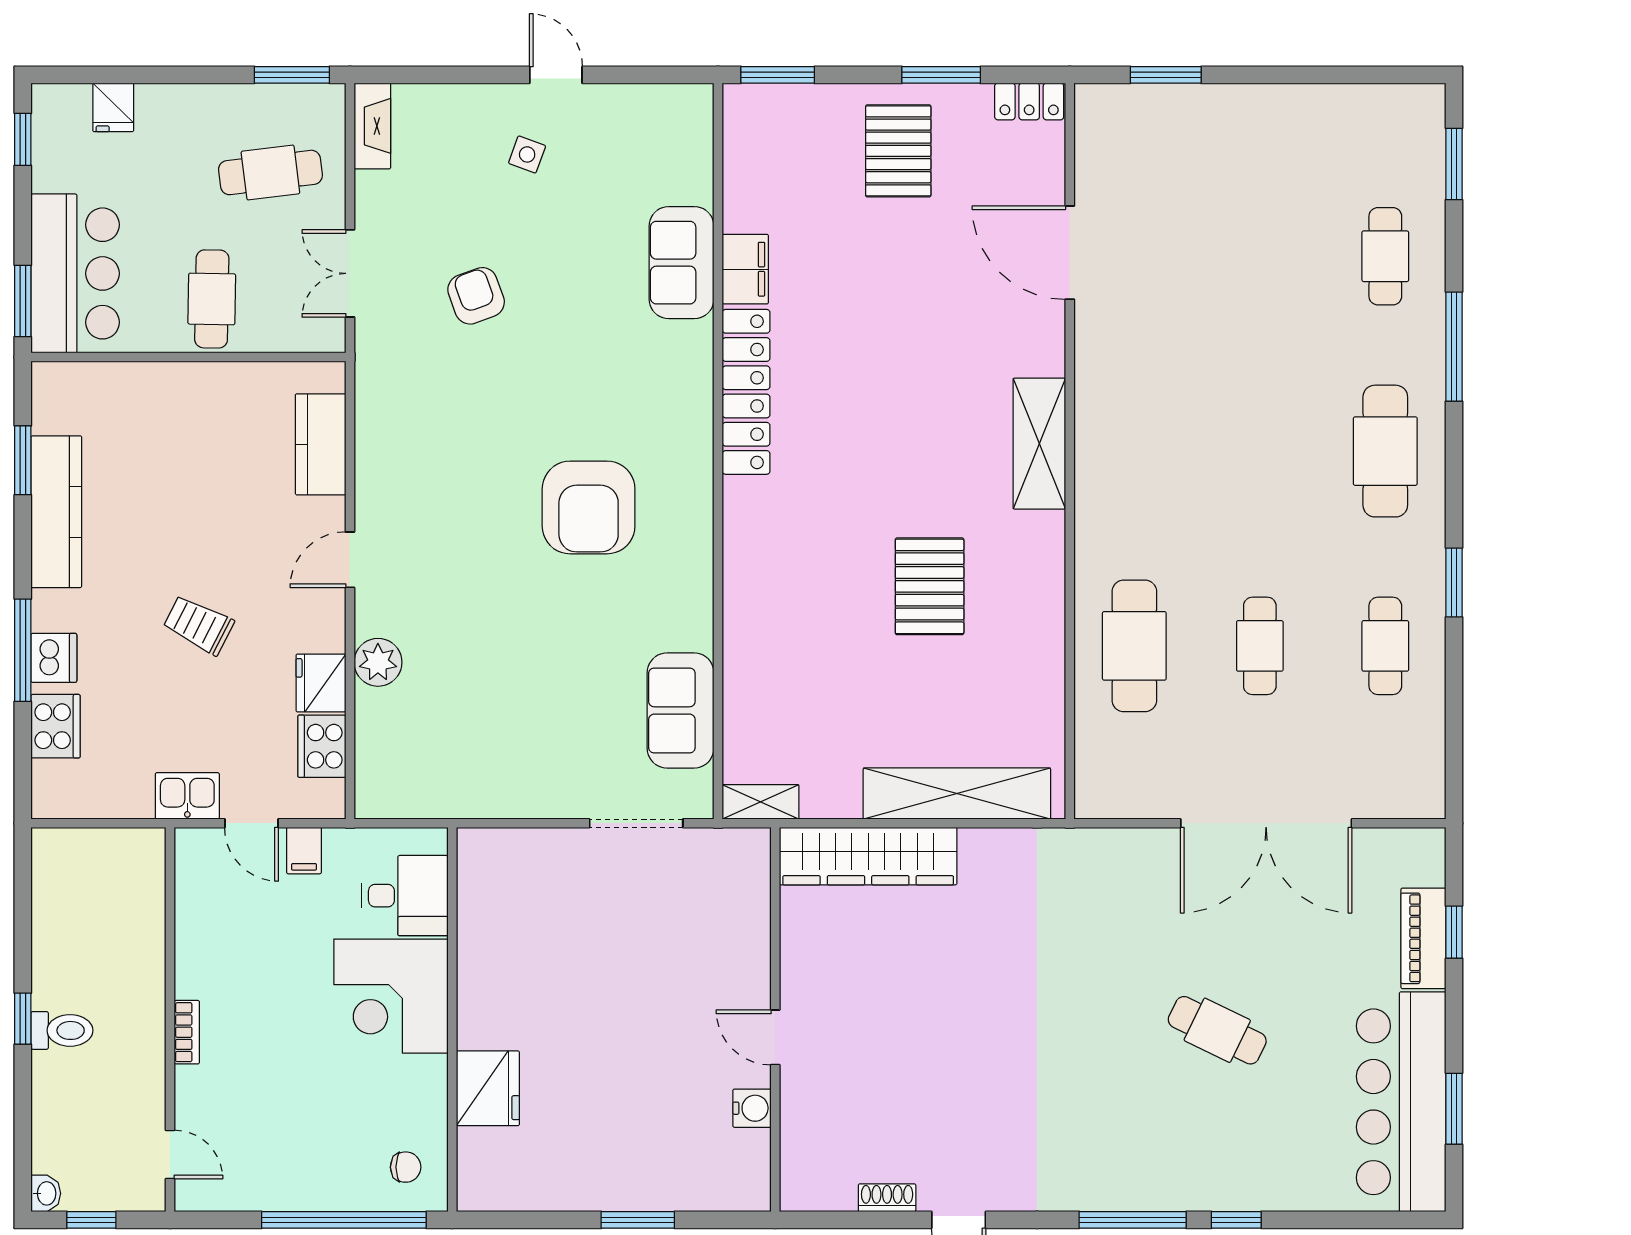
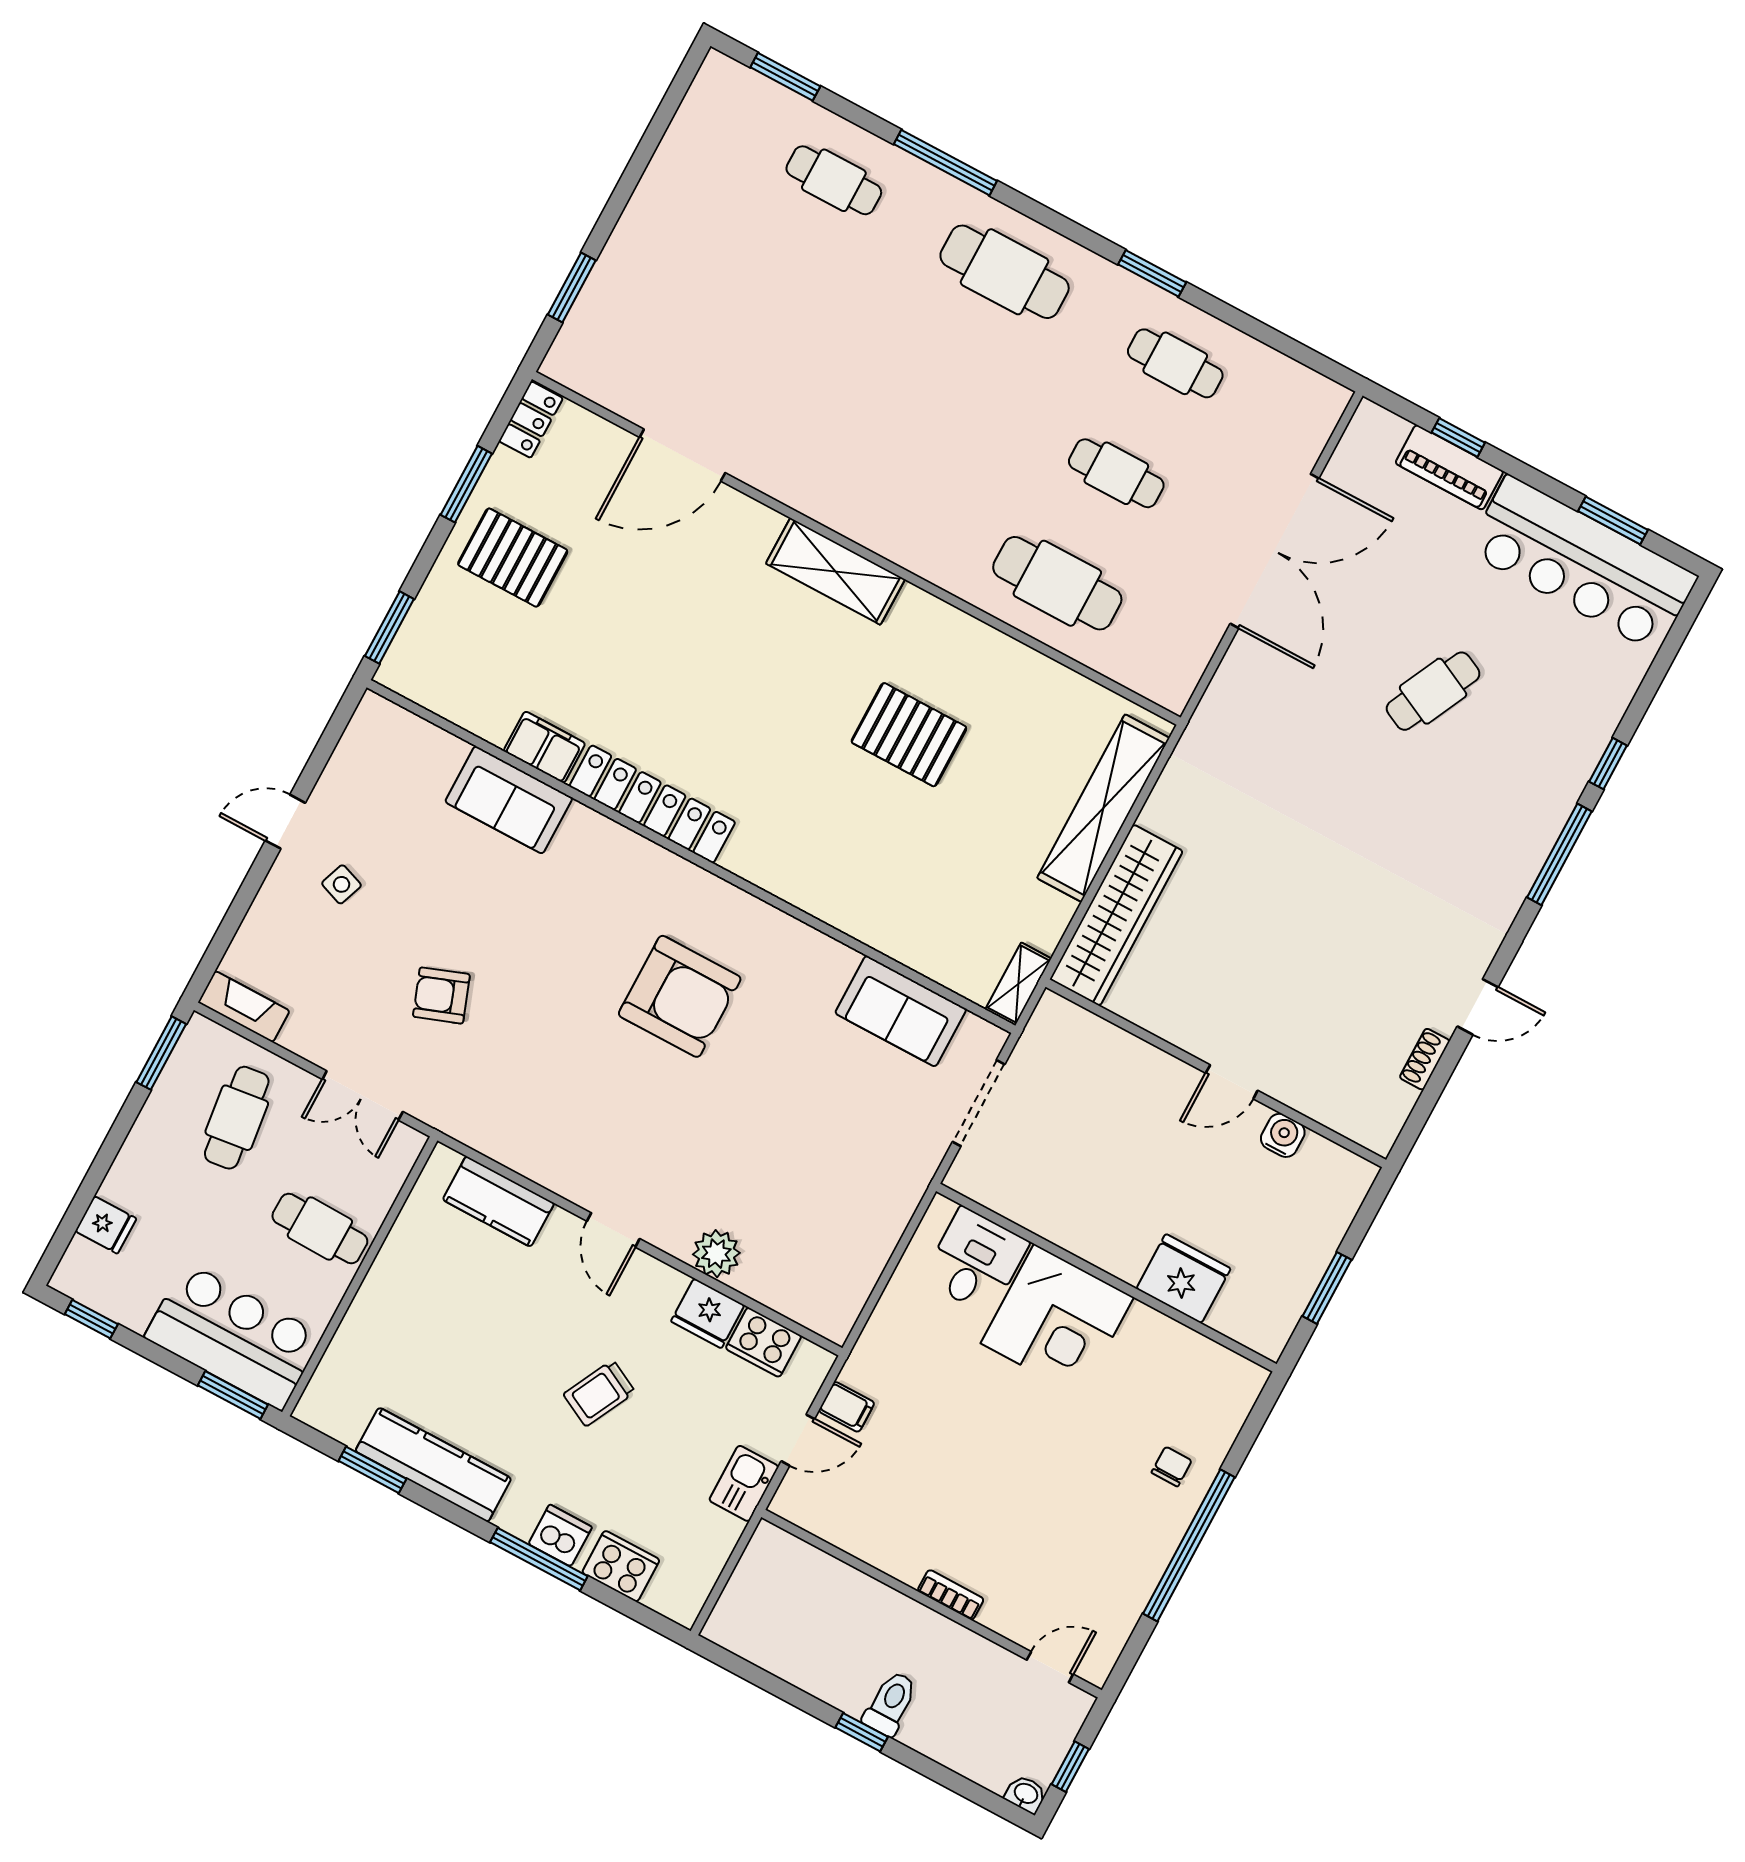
desk: (405, 896) -> (976, 1261), moved
corner desk: (391, 996) -> (1057, 1320), moved
wall: (452, 1019) -> (1106, 1278), moved
fridge: (488, 1088) -> (1183, 1279), moved

